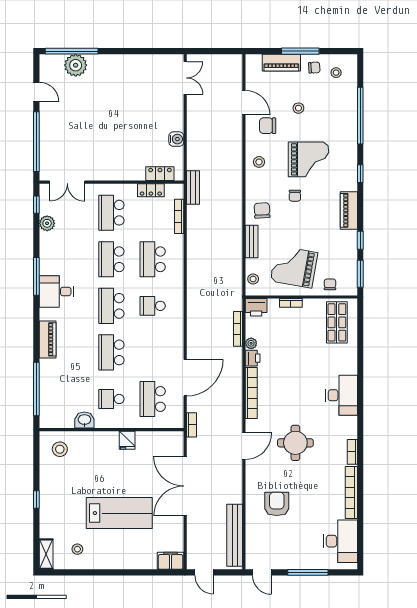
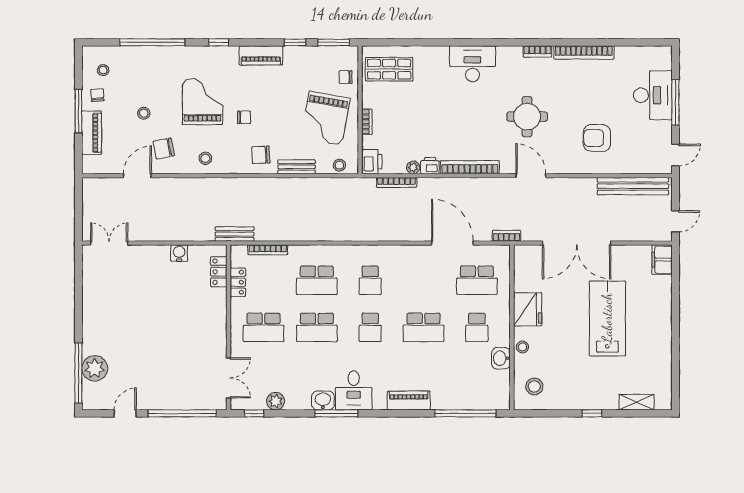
chair: (268, 126) -> (164, 148), turned 79
washbasin: (48, 265) -> (323, 400), added
school desk: (111, 306) -> (370, 327), width x0.54
fridge: (127, 440) -> (528, 309), width x1.88, depth x1.34
desk: (341, 541) -> (653, 95), moved, turned 90
stool: (77, 549) -> (522, 347), moved
shelving: (46, 554) -> (637, 402), moved

